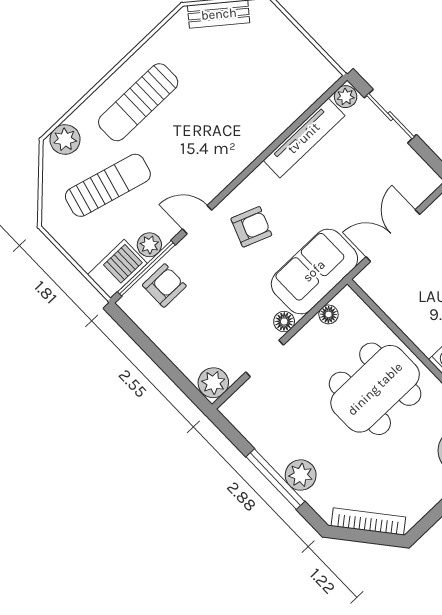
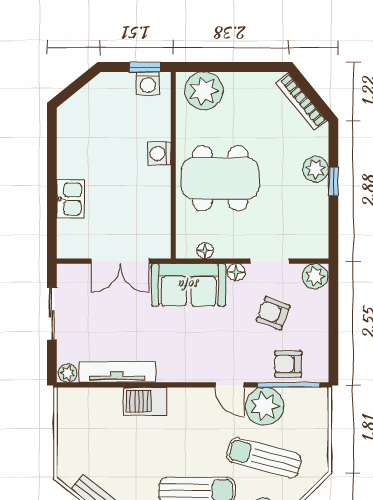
sliding door: (390, 116) -> (52, 313), moved
armchair: (251, 227) -> (273, 313), moved
plant: (149, 245) -> (264, 406), width x1.88, depth x1.88
barbecue: (117, 269) -> (145, 401), moved
window: (275, 479) -> (333, 181), width x0.46

